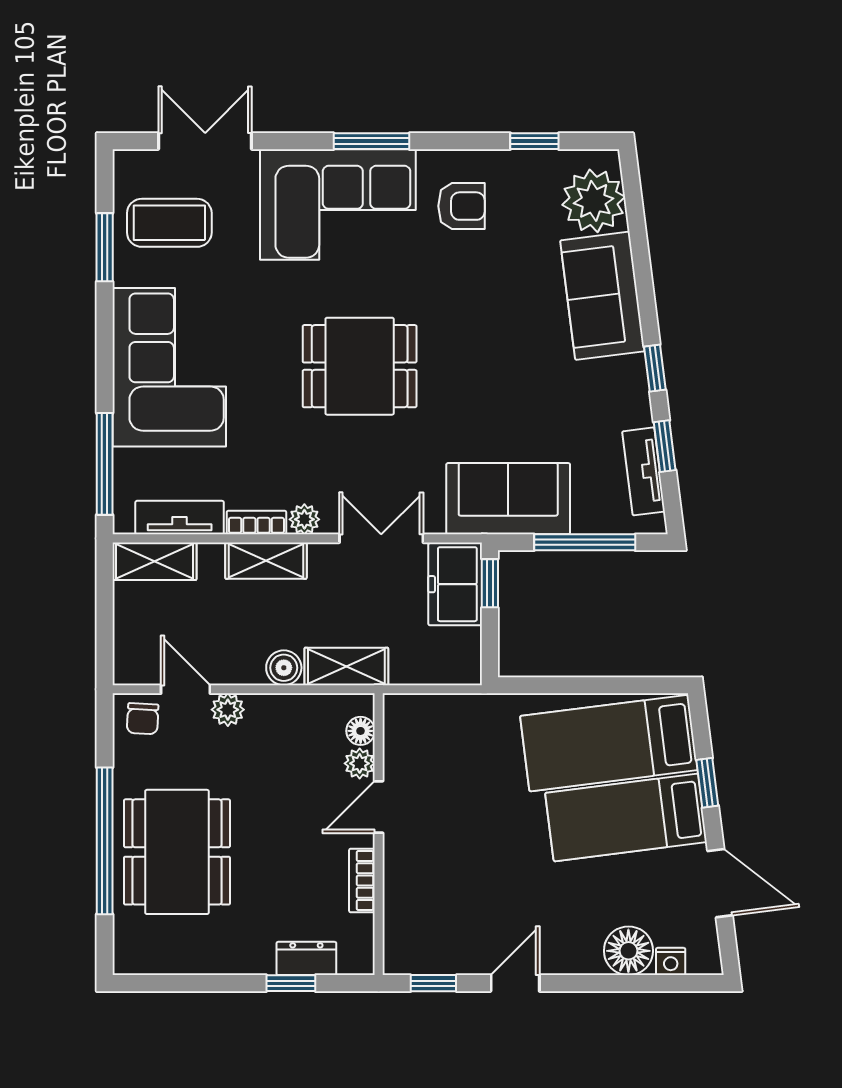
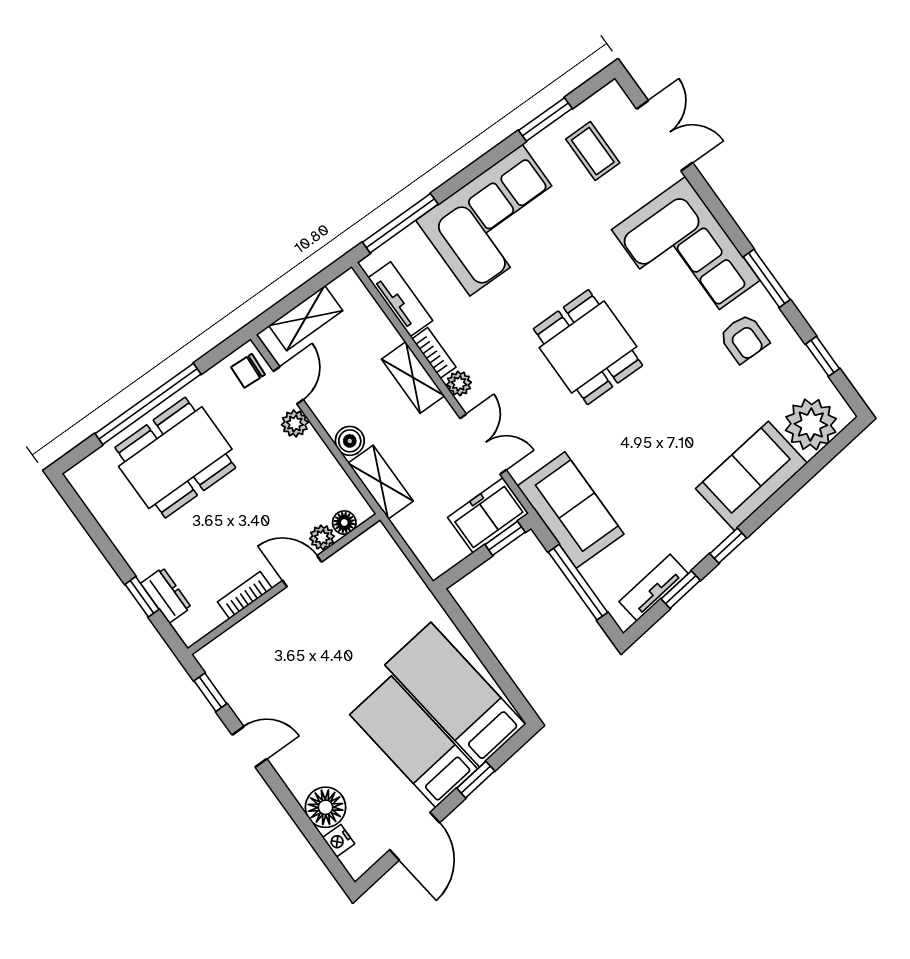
window: (371, 141) -> (767, 278), moved
coffee table: (169, 223) -> (593, 151), width x0.73, depth x0.77
shelving: (154, 561) -> (306, 318), moved, turned 90

